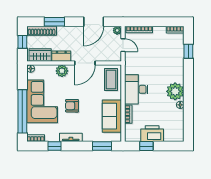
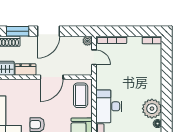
door: (94, 22) -> (49, 31), moved
window: (188, 51) -> (167, 64), removed
plant: (62, 71) -> (26, 86), removed

